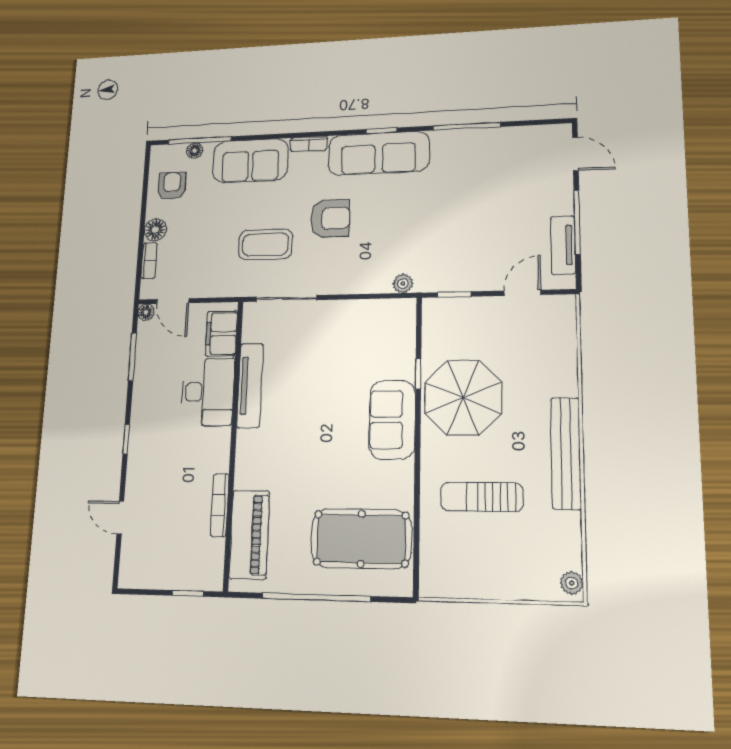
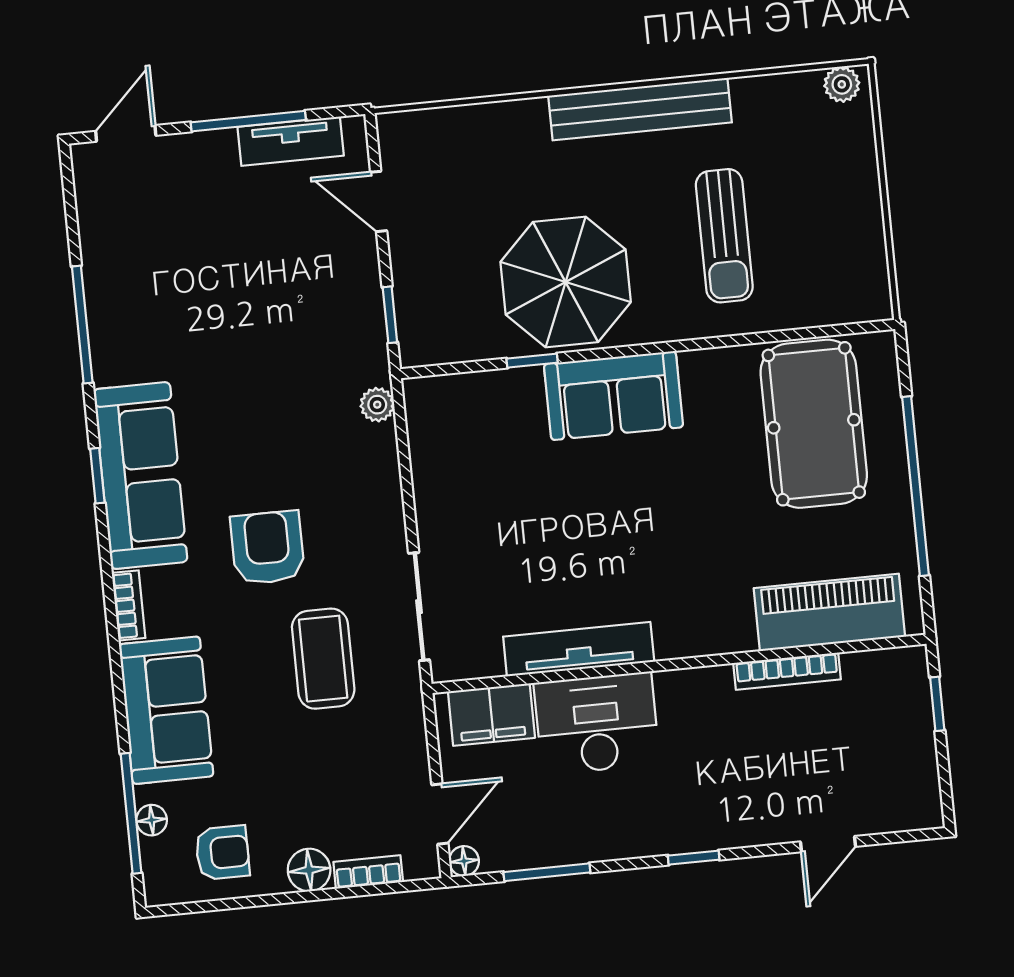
armchair: (172, 186) -> (222, 853), turned 180

